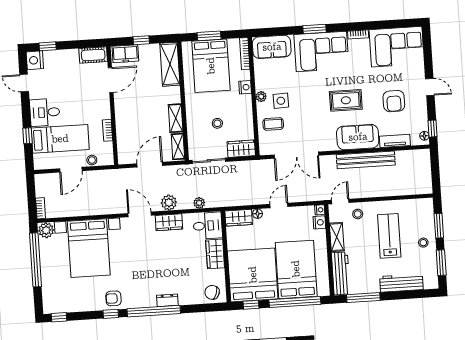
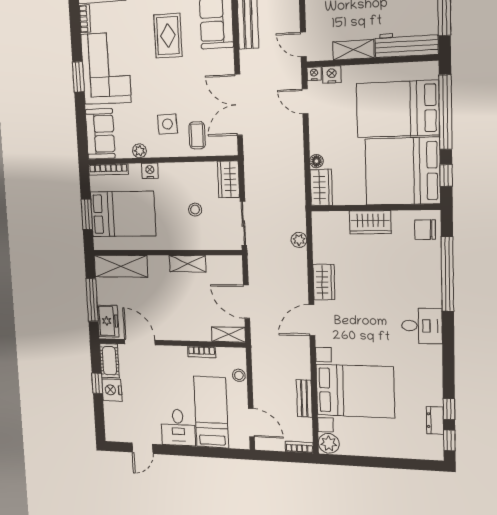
window: (141, 40) -> (92, 300), width x2.17
window: (48, 46) -> (97, 383), moved
nightstand: (35, 60) -> (112, 390), moved, turned 90
plant: (261, 97) -> (139, 151), moved
window: (28, 136) -> (207, 452), removed
shelving: (178, 146) -> (228, 334), moved
double door: (296, 155) -> (239, 105), swing flipped
door: (71, 170) -> (251, 423), moved
plant: (169, 203) -> (297, 280), removed
door: (279, 205) -> (305, 101), moved
bench: (79, 211) -> (304, 398), added
stool: (358, 214) -> (322, 19), removed
desk: (208, 226) -> (422, 326), moved, turned 90
window: (36, 260) -> (368, 462), removed
chair: (212, 292) -> (425, 230), turned 71
armchair: (113, 298) -> (427, 365), removed
dresser: (167, 300) -> (435, 420), moved
window: (154, 311) -> (447, 274), moved
window: (111, 314) -> (449, 409), moved

